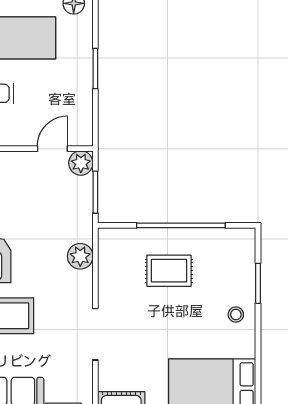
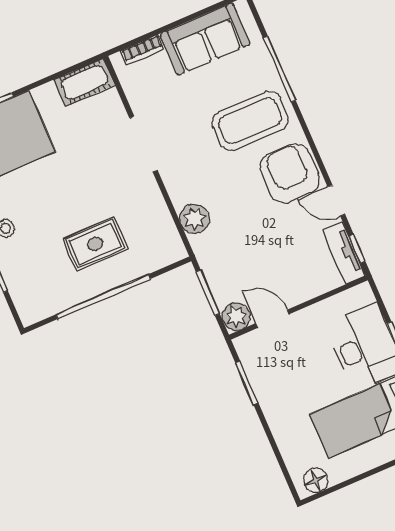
window: (95, 69) -> (247, 383), moved
door: (52, 149) -> (272, 319), swing flipped

